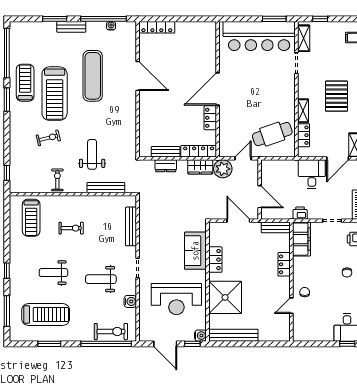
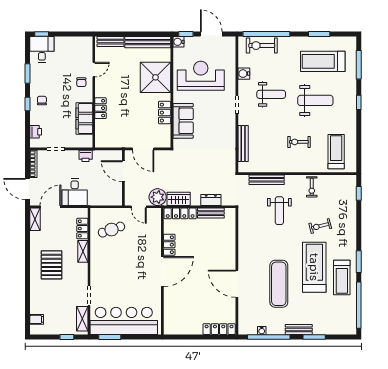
cafe table: (272, 134) -> (111, 230), width x0.73, depth x0.74
door: (243, 158) -> (139, 207), hinge flipped
bench: (276, 227) -> (110, 42), moved
filing cabinet: (301, 239) -> (84, 118), moved
weight bench: (53, 273) -> (315, 100), width x1.36, depth x1.33

